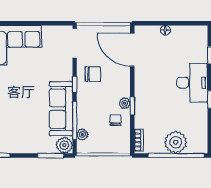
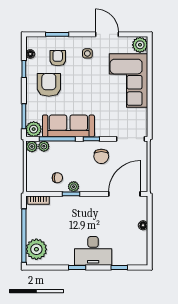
armchair: (18, 129) -> (49, 85), added
plant: (176, 142) -> (36, 249), moved
plant: (83, 147) -> (32, 146), added

